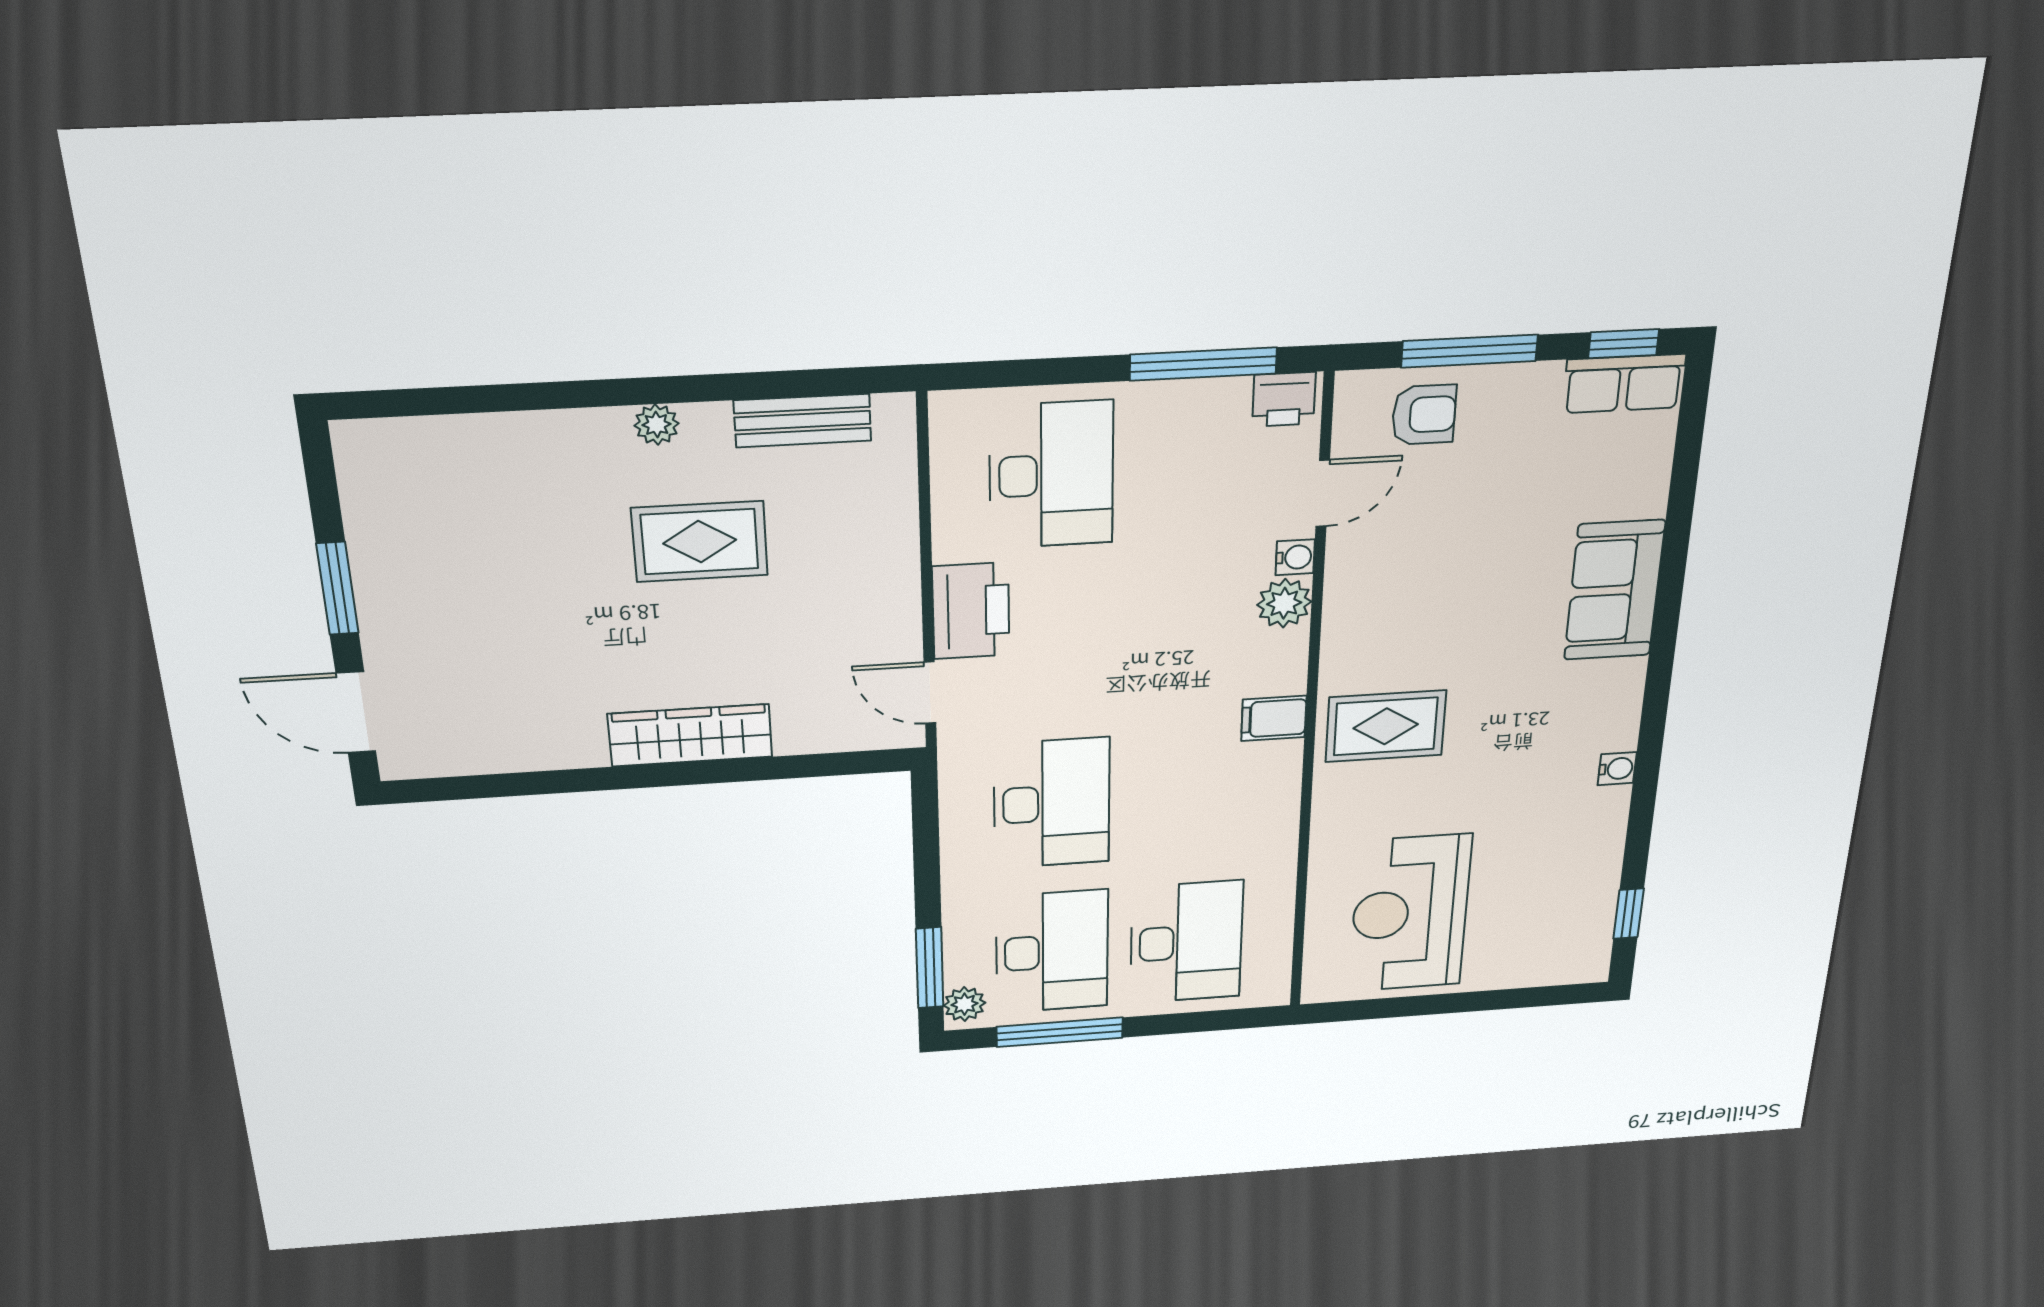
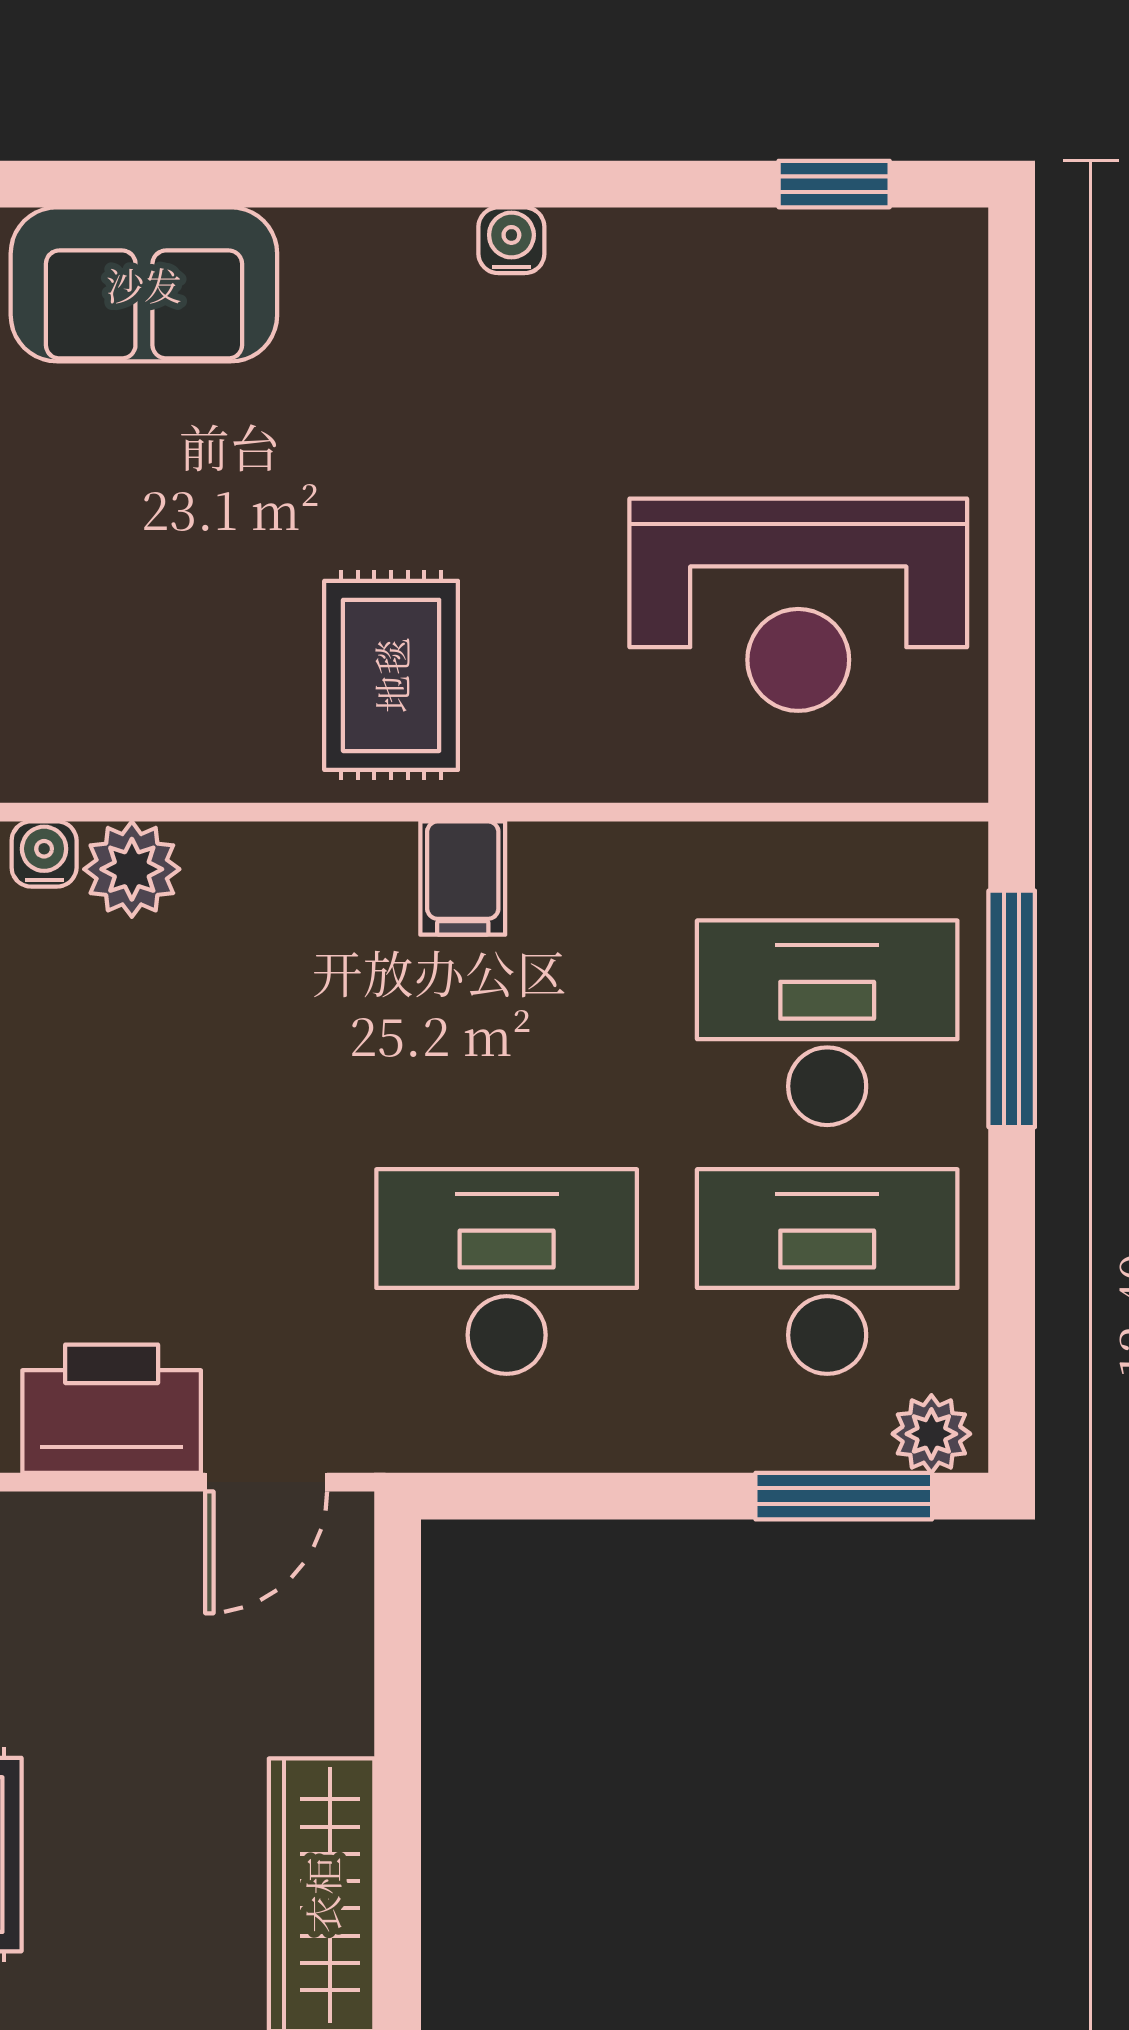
filing cabinet: (1274, 718) -> (463, 878), moved
window: (1060, 1032) -> (1012, 1009), moved

